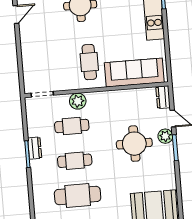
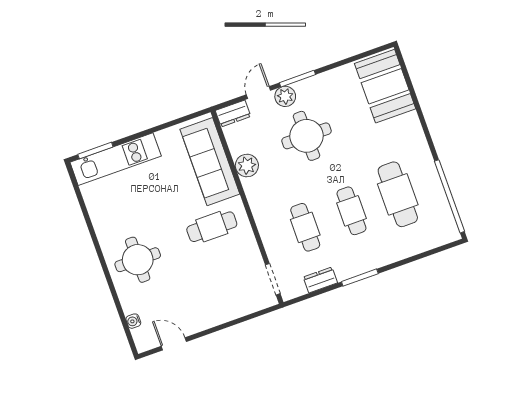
plant: (78, 101) -> (247, 166), moved
dresser: (35, 148) -> (320, 280), moved

